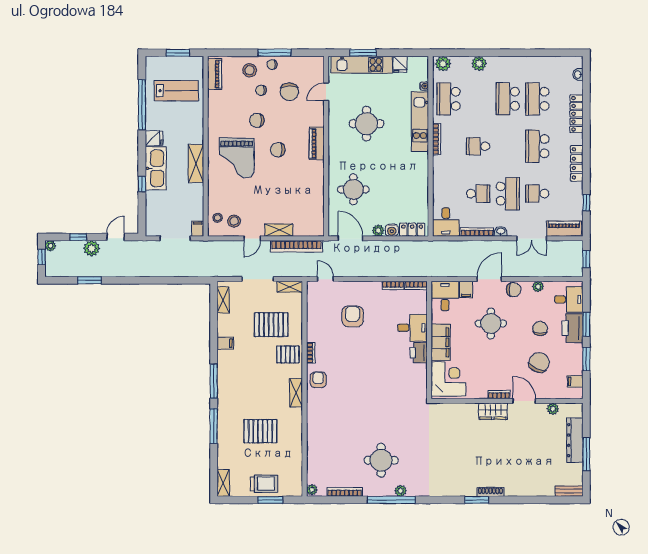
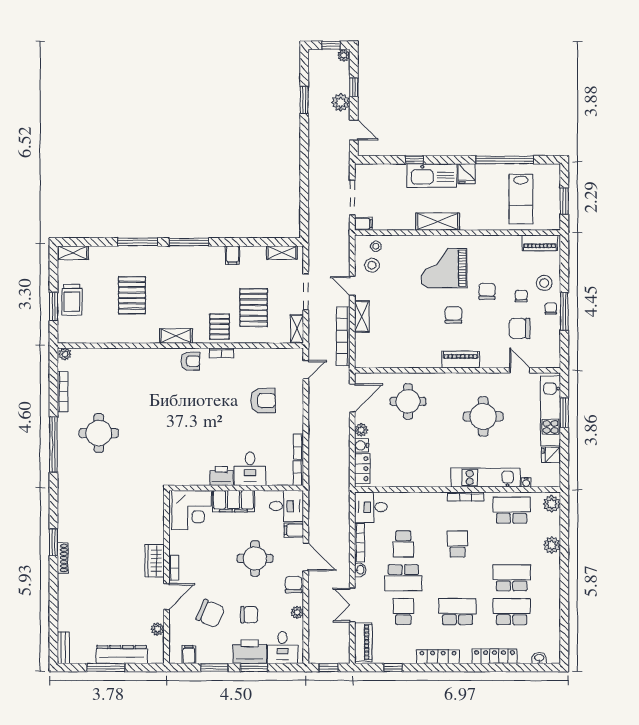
chair: (514, 290) -> (294, 585), turned 180
plant: (401, 491) -> (64, 455), removed

